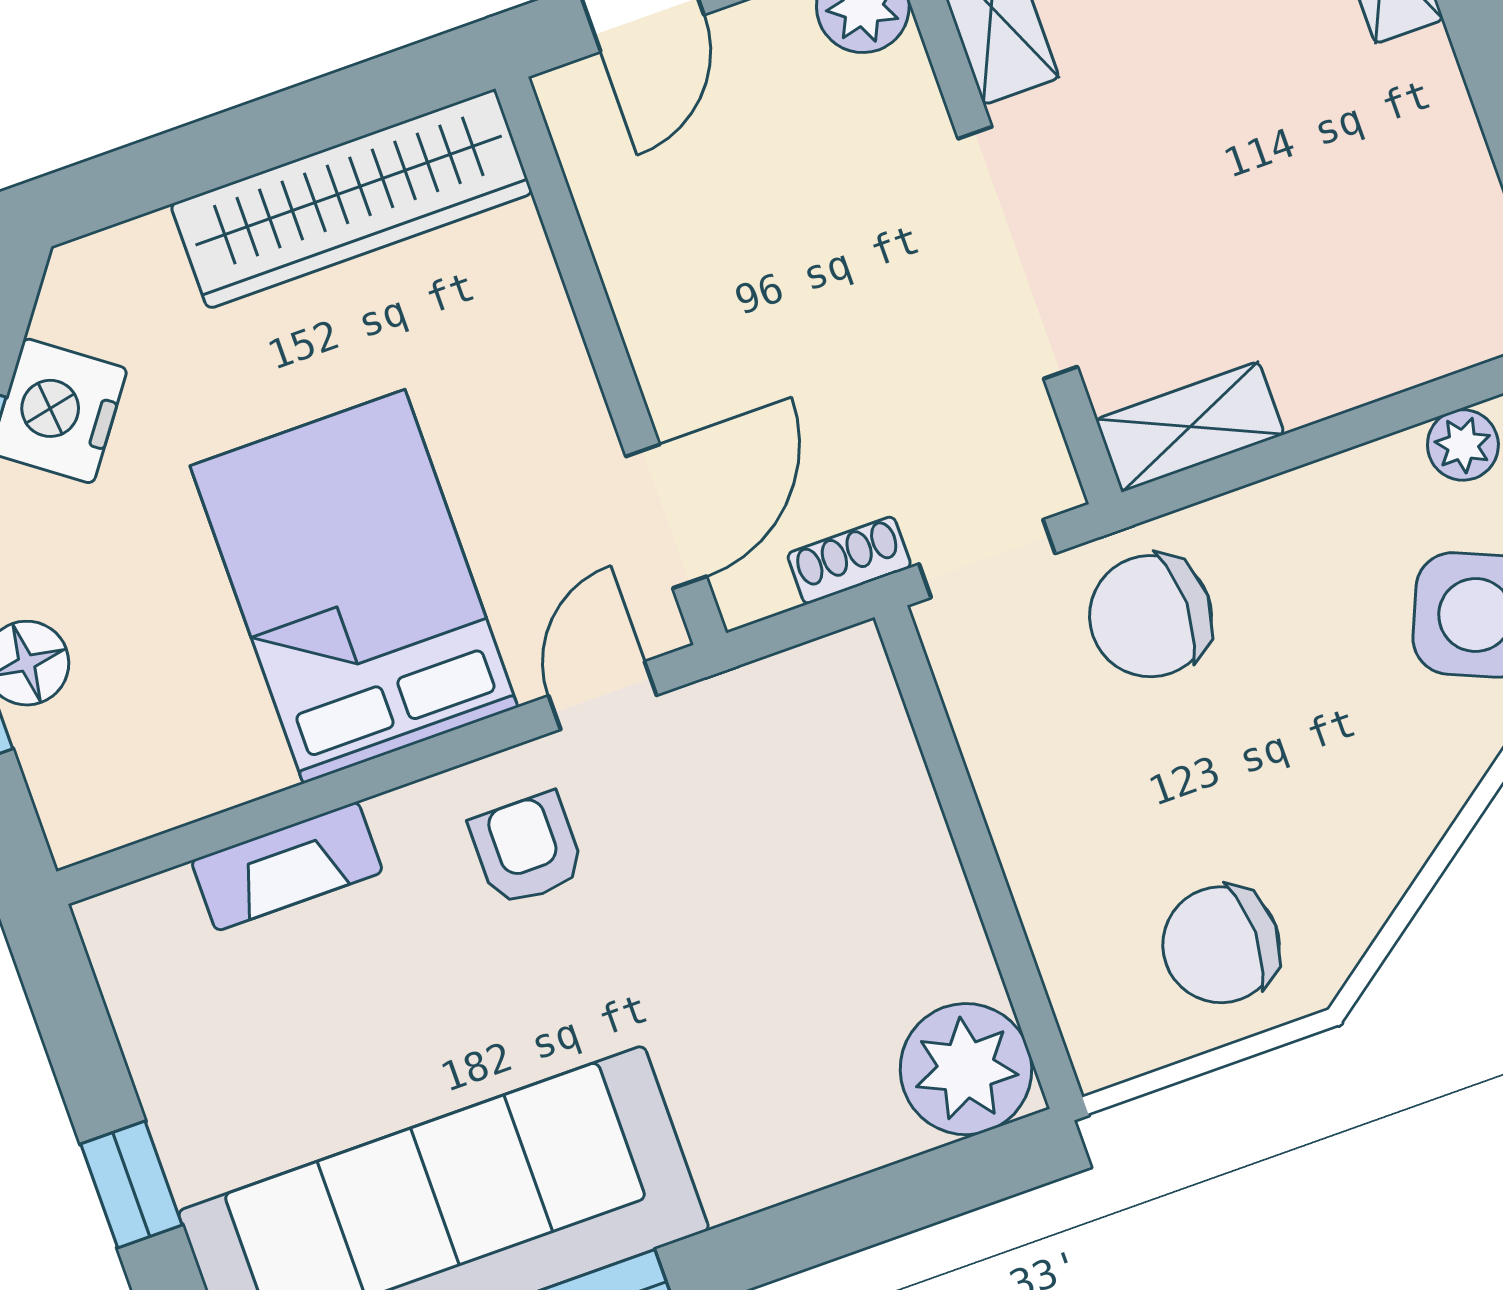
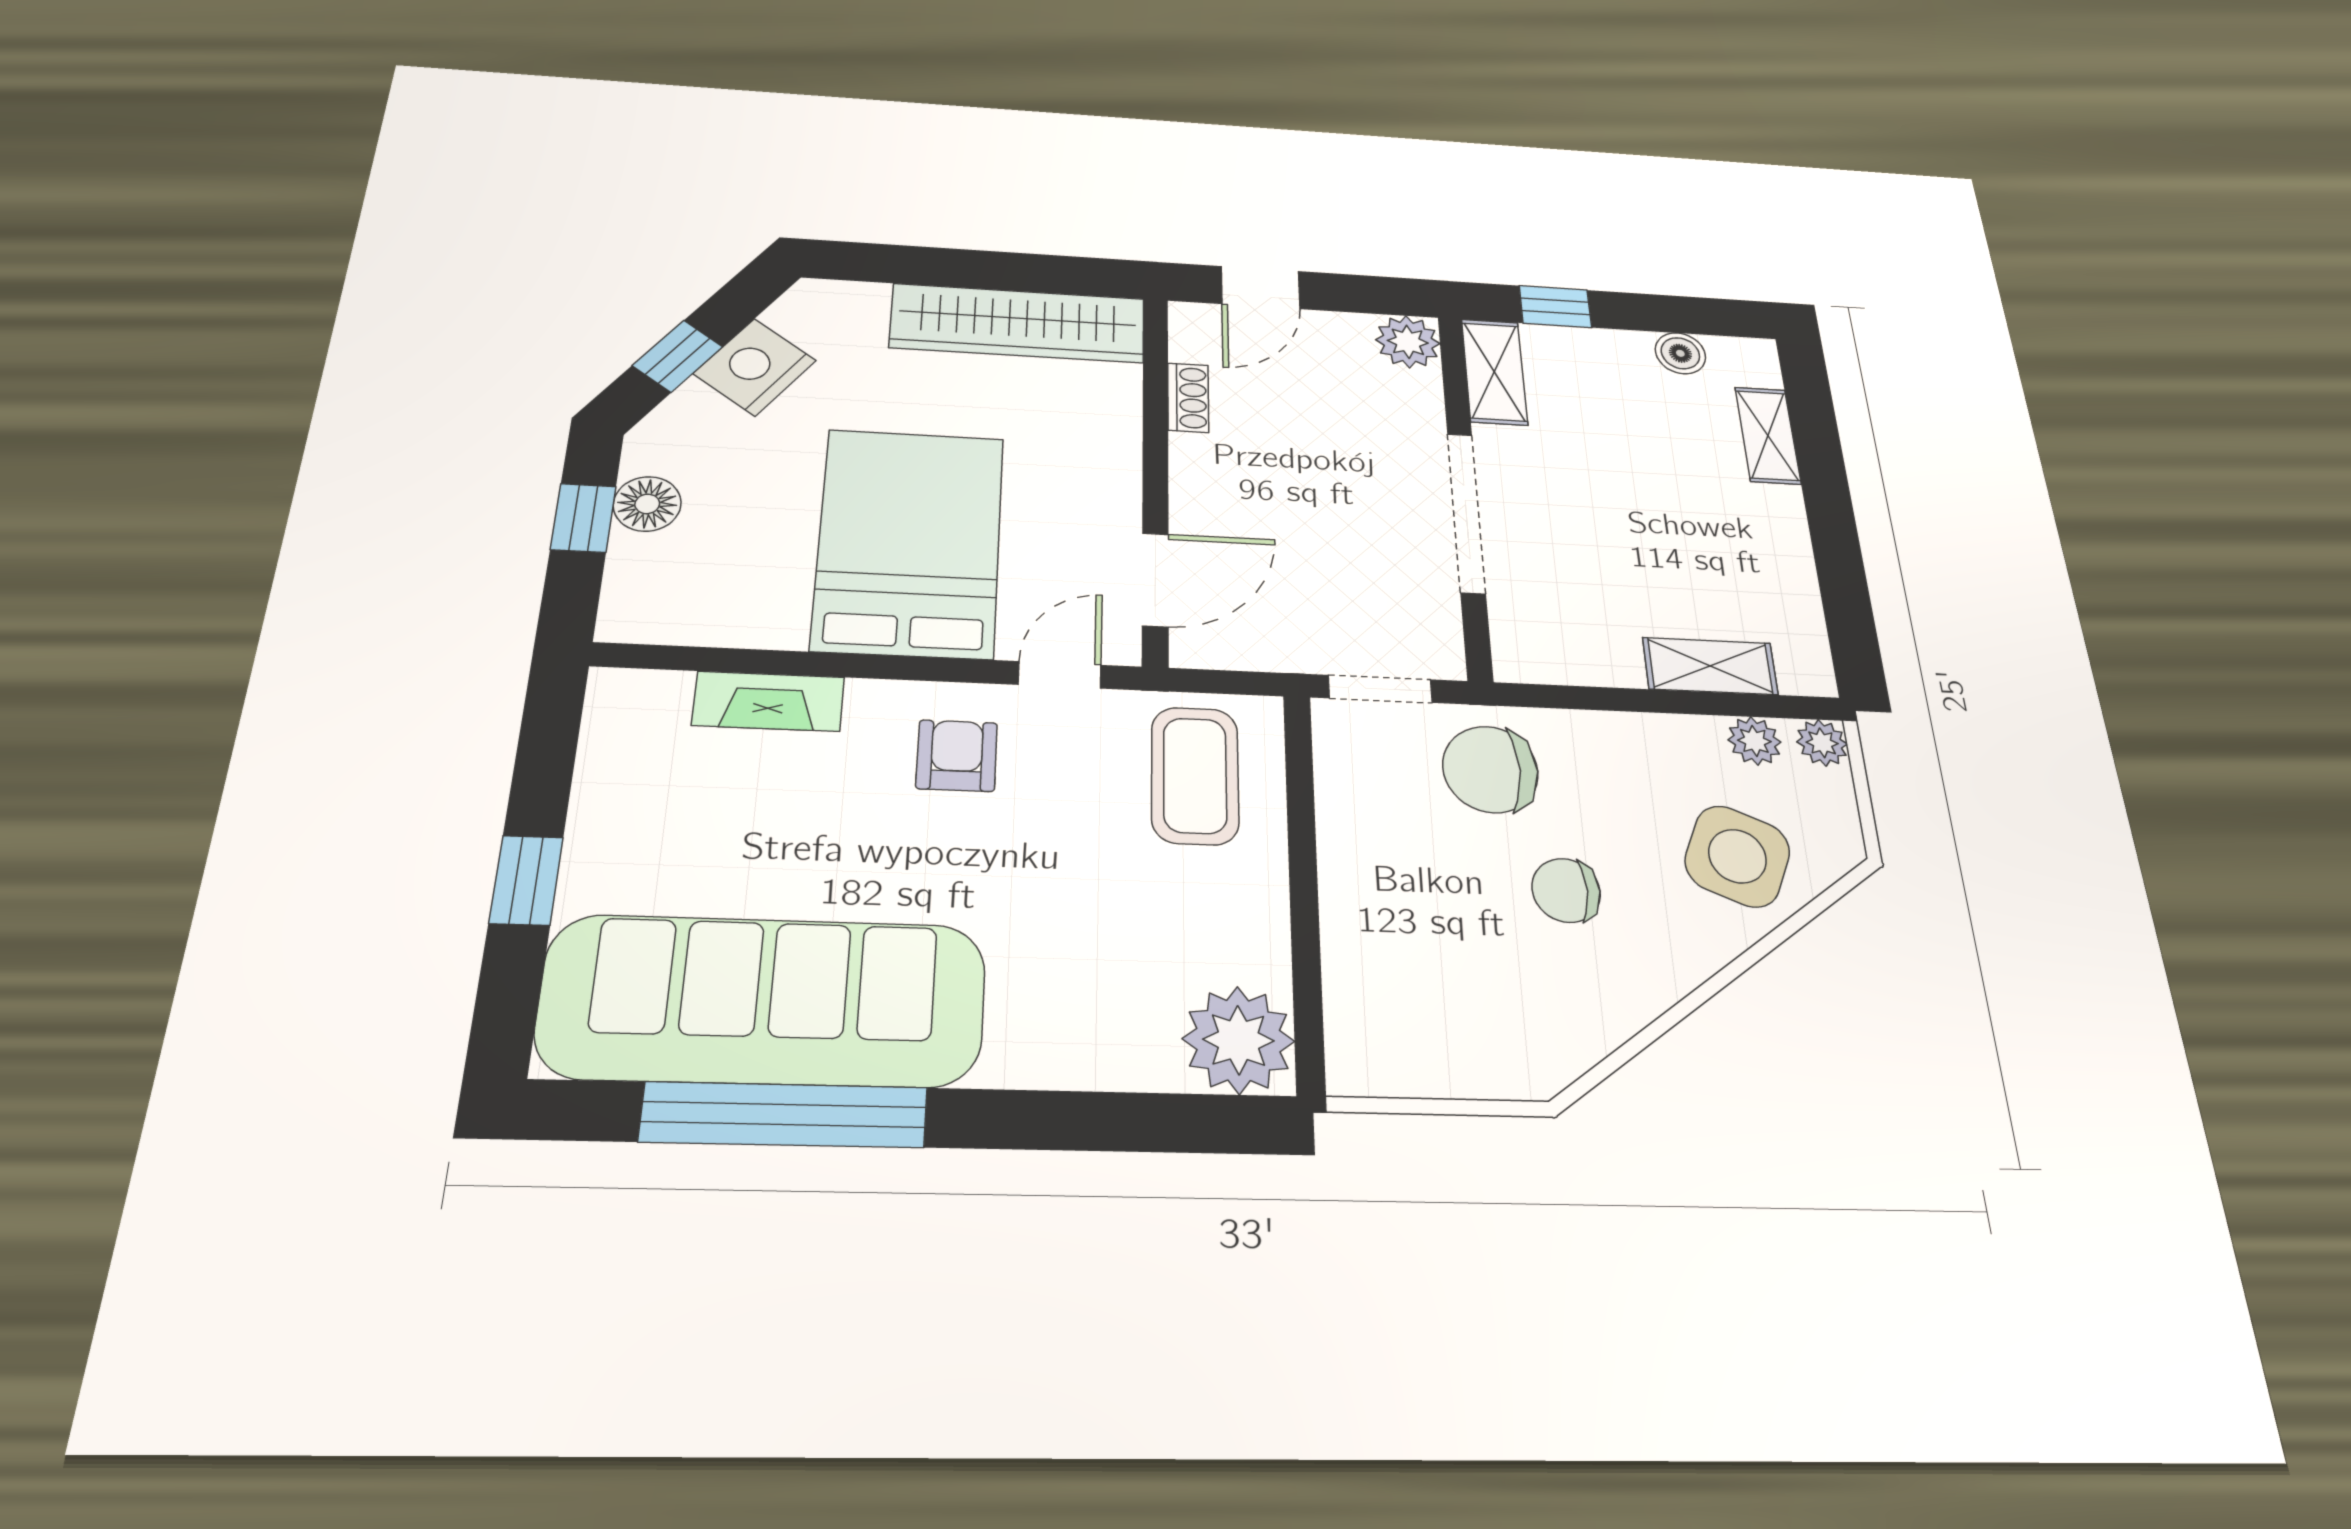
shelving: (1190, 427) -> (1710, 666), moved
shoe rack: (849, 560) -> (1188, 398), moved, turned 90
coffee table: (807, 765) -> (1195, 775), added
chair: (1221, 945) -> (1566, 890), moved, width x0.73, depth x0.73

